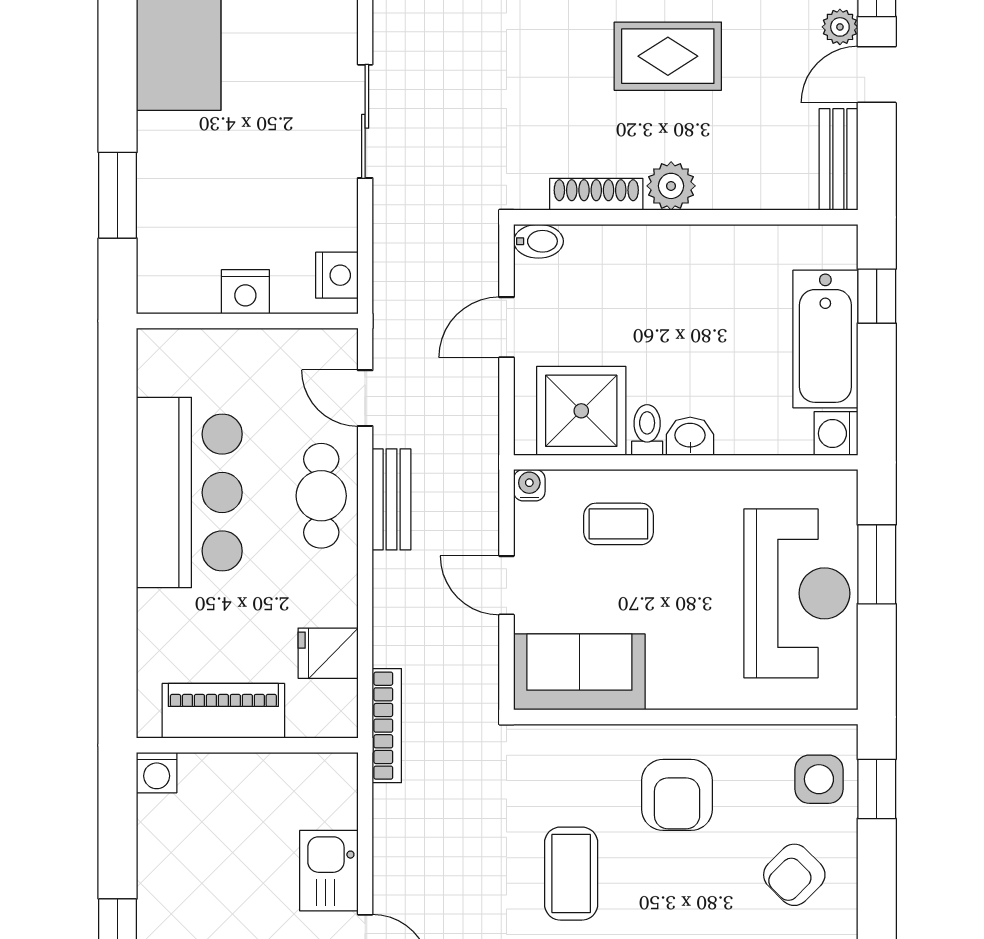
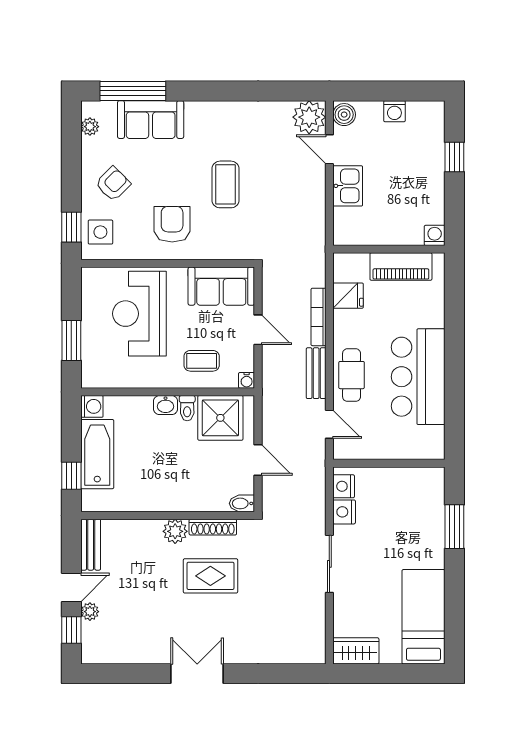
rug: (668, 56) -> (210, 576), moved
nightstand: (245, 292) -> (344, 512), moved, turned -90
door: (507, 327) -> (258, 460), hinge flipped
reception desk: (797, 593) -> (139, 314), moved
bookcase: (387, 726) -> (318, 317), moved

